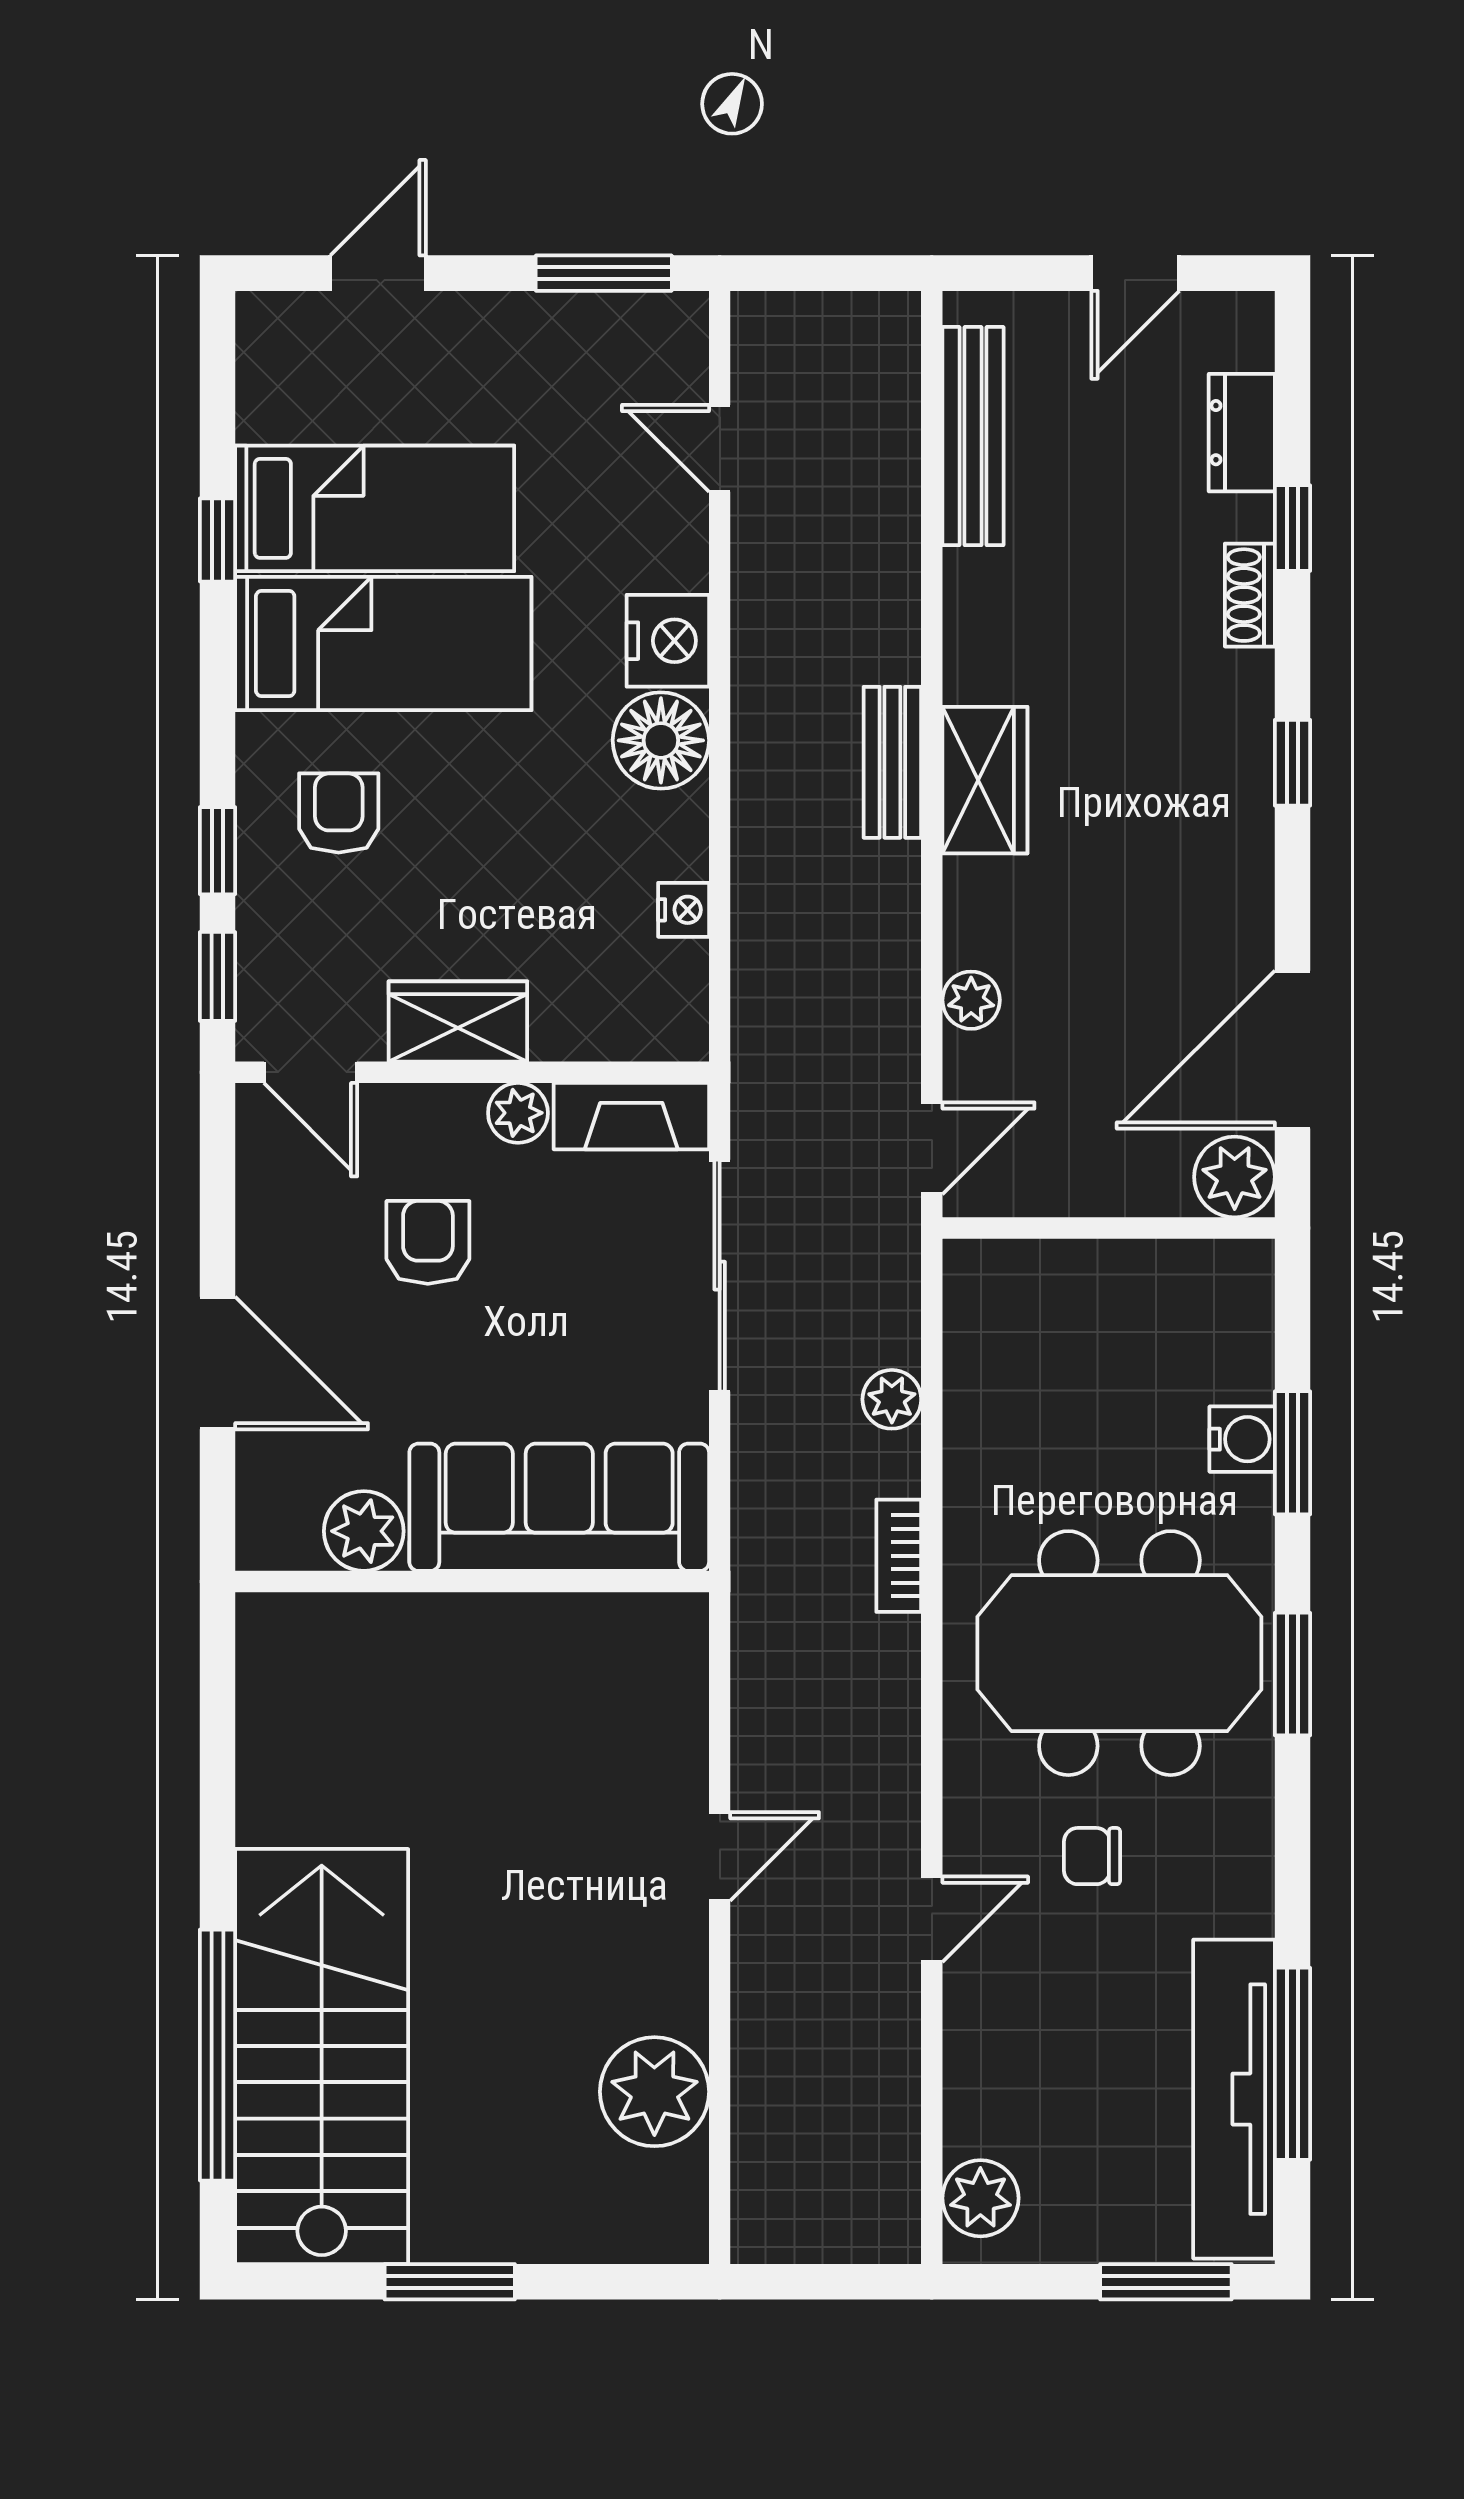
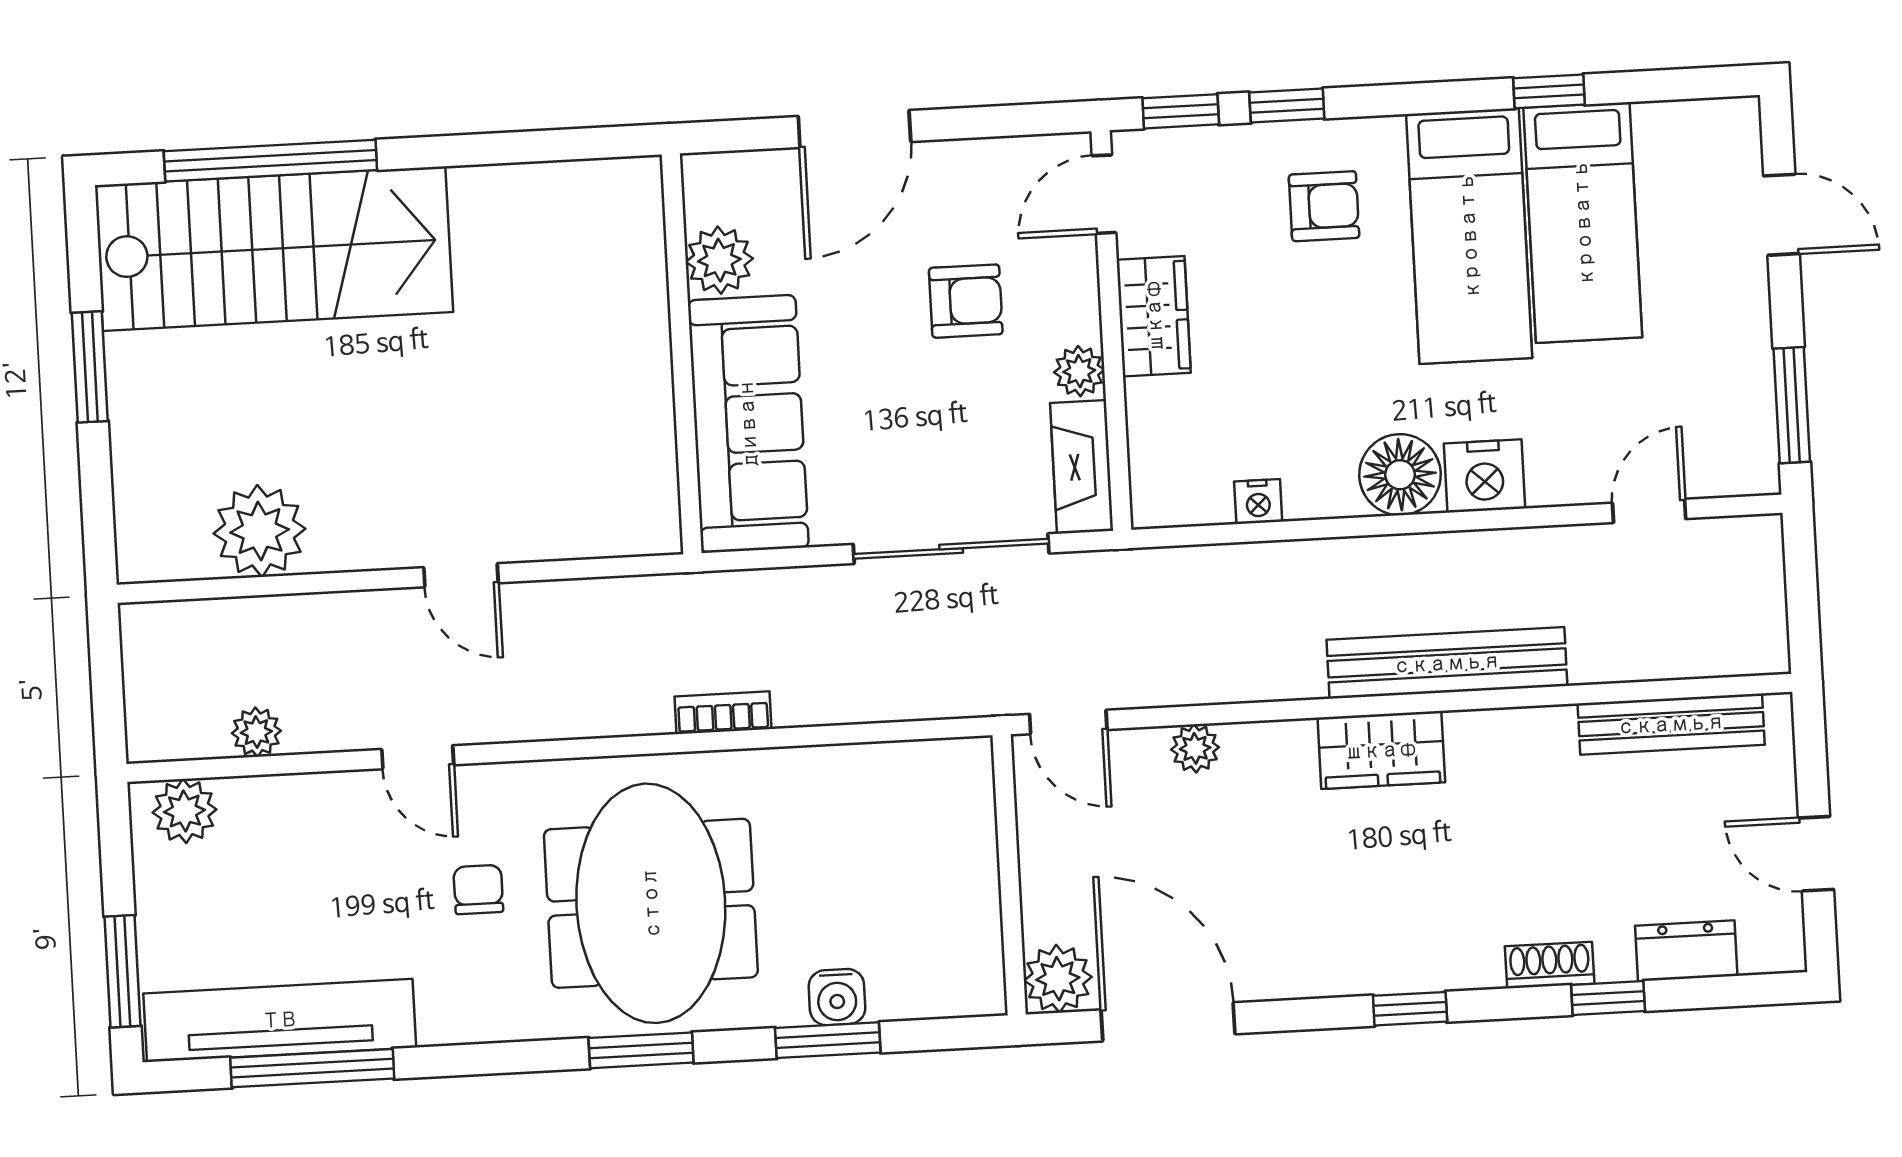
bench: (892, 762) -> (1447, 663), width x1.86, depth x1.21
plant: (892, 1399) -> (256, 732), moved

